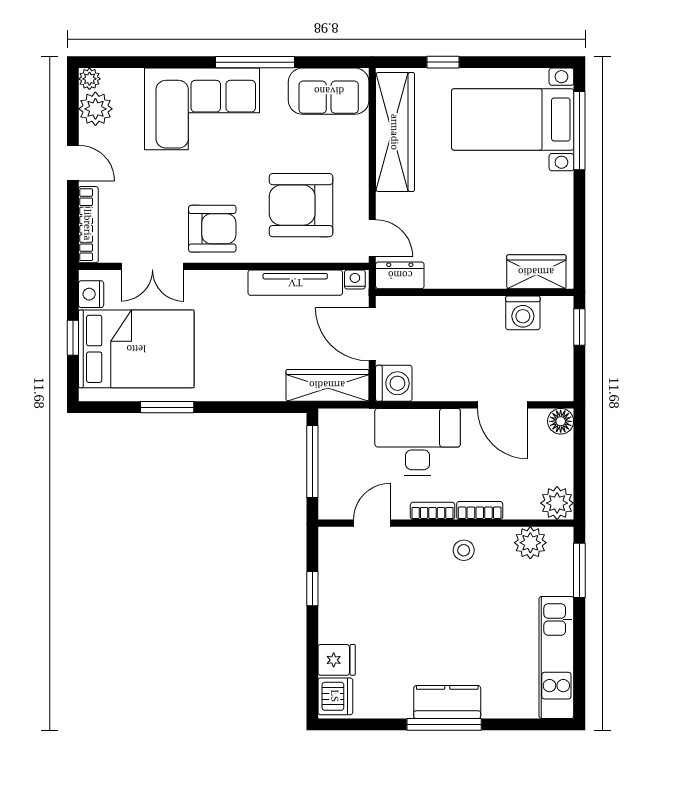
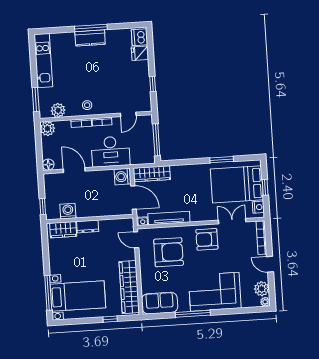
dresser: (400, 275) -> (88, 226), moved

